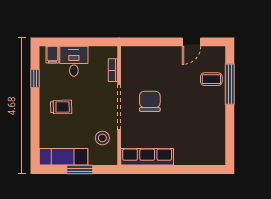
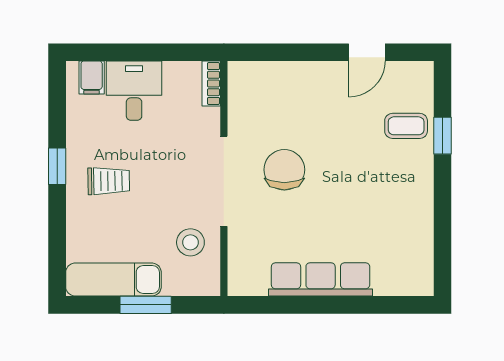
bookcase: (113, 70) -> (211, 83), moved
window: (35, 79) -> (57, 166), moved
window: (230, 84) -> (443, 136), width x0.46
row of seats: (147, 157) -> (321, 279), moved

